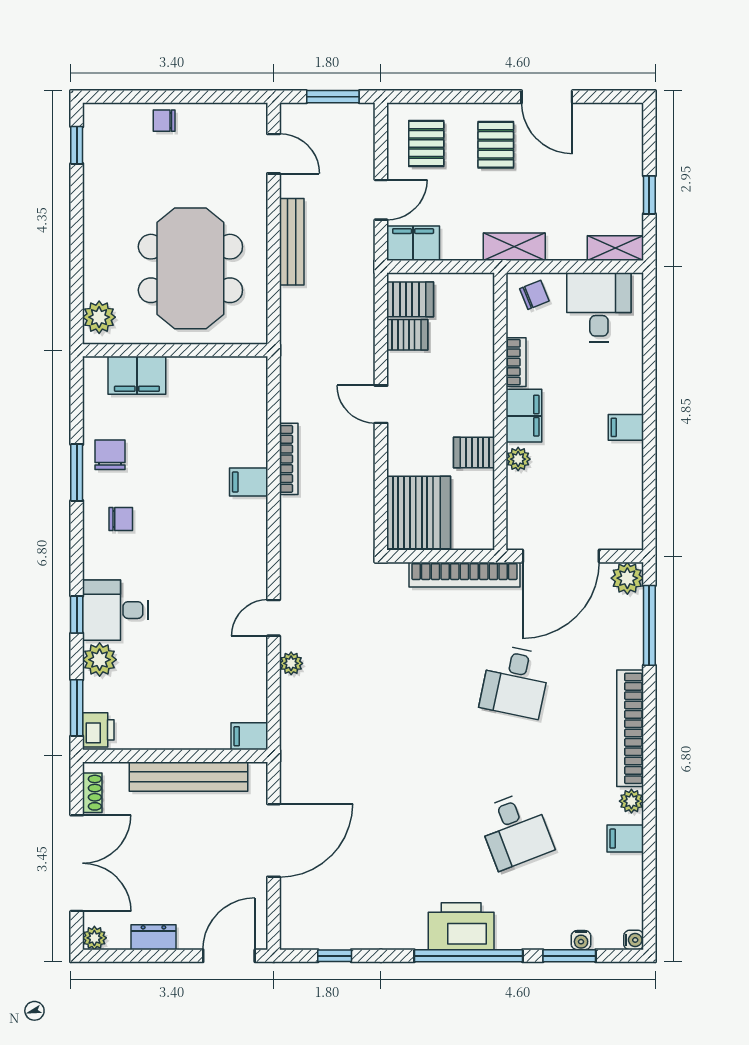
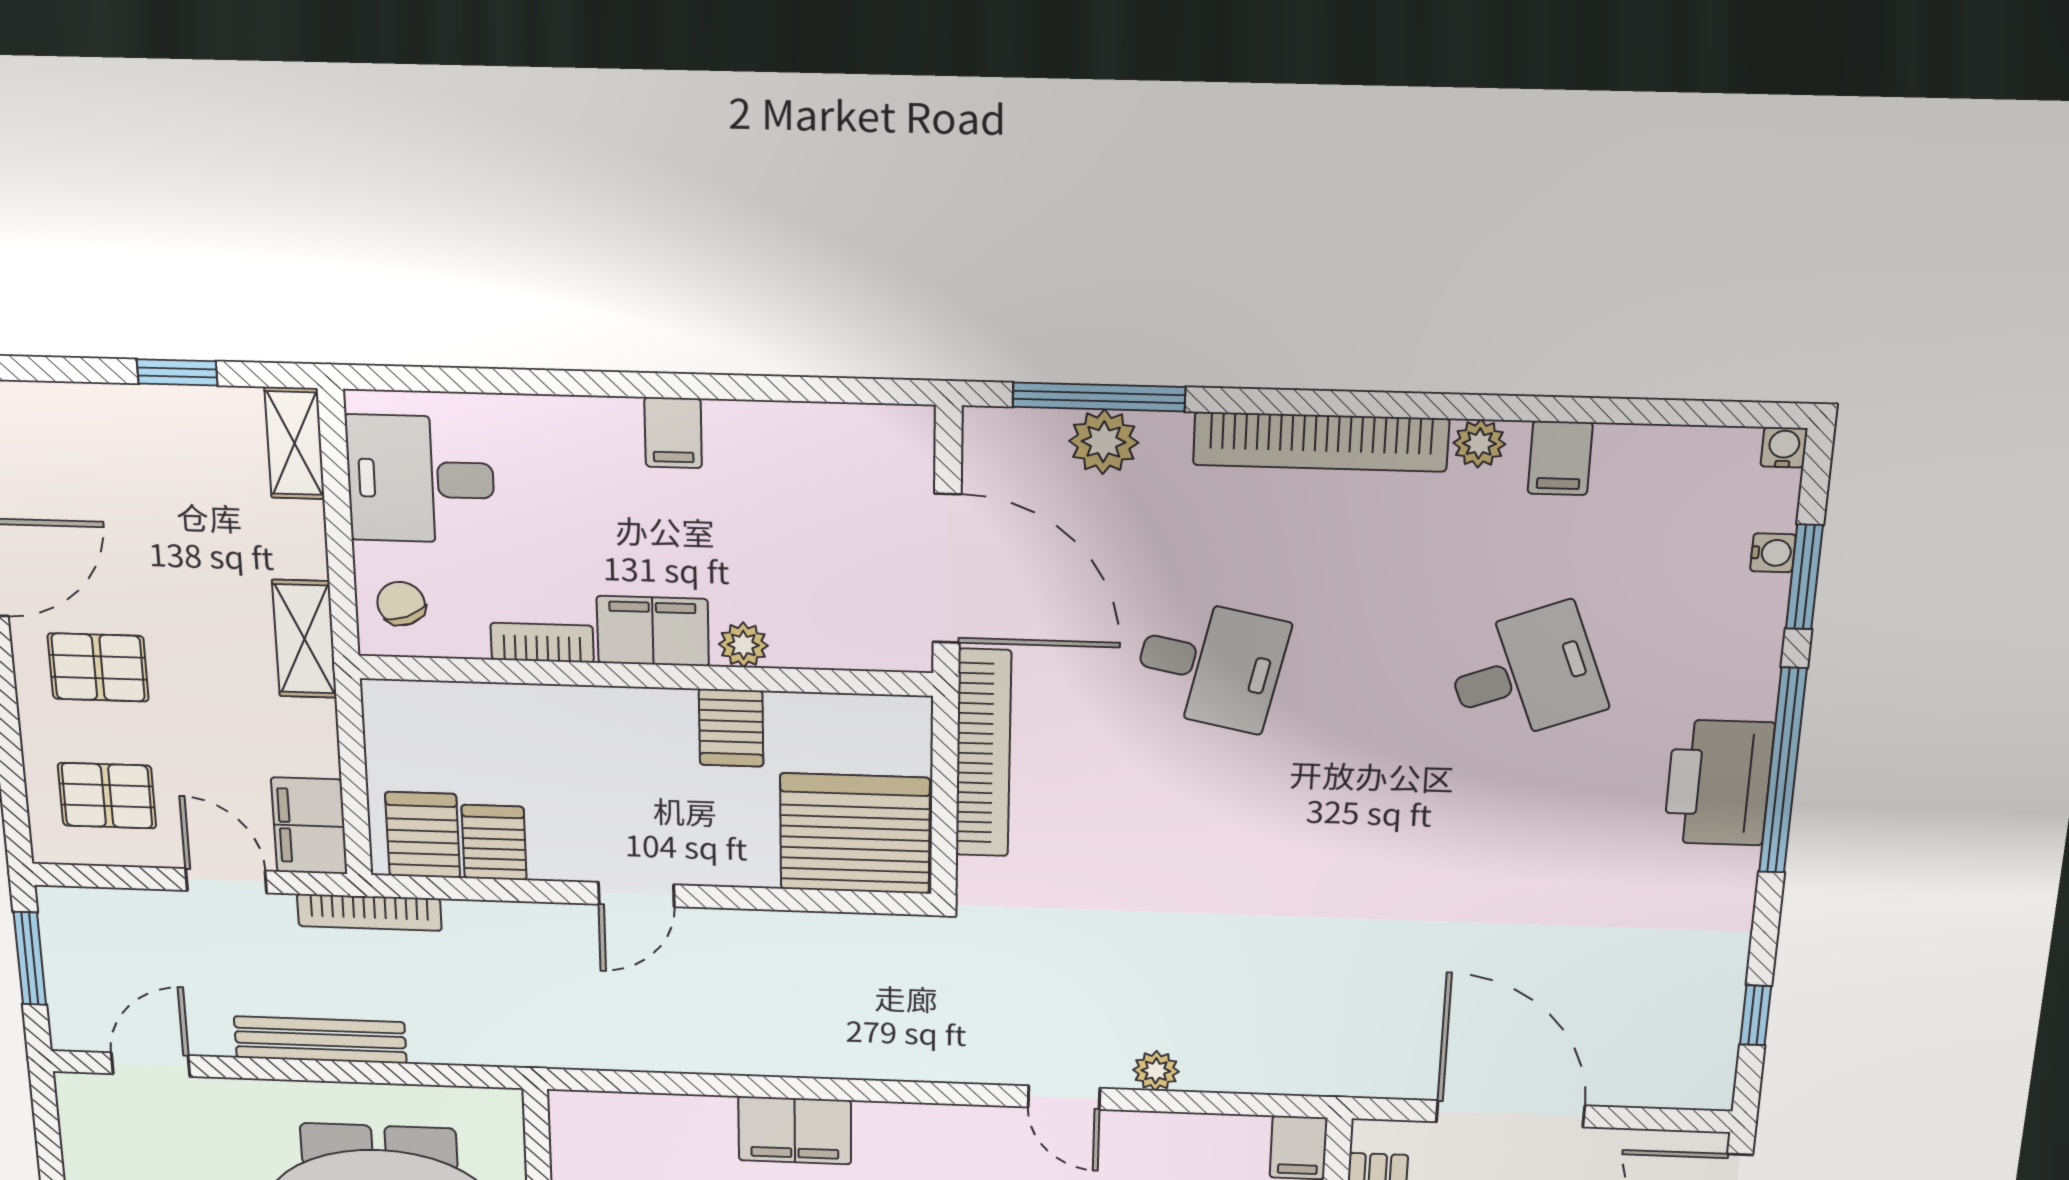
bookcase: (289, 459) -> (369, 912), moved, turned 180
filing cabinet: (249, 482) -> (795, 1130), width x2.00
plant: (627, 578) -> (1104, 442), moved

